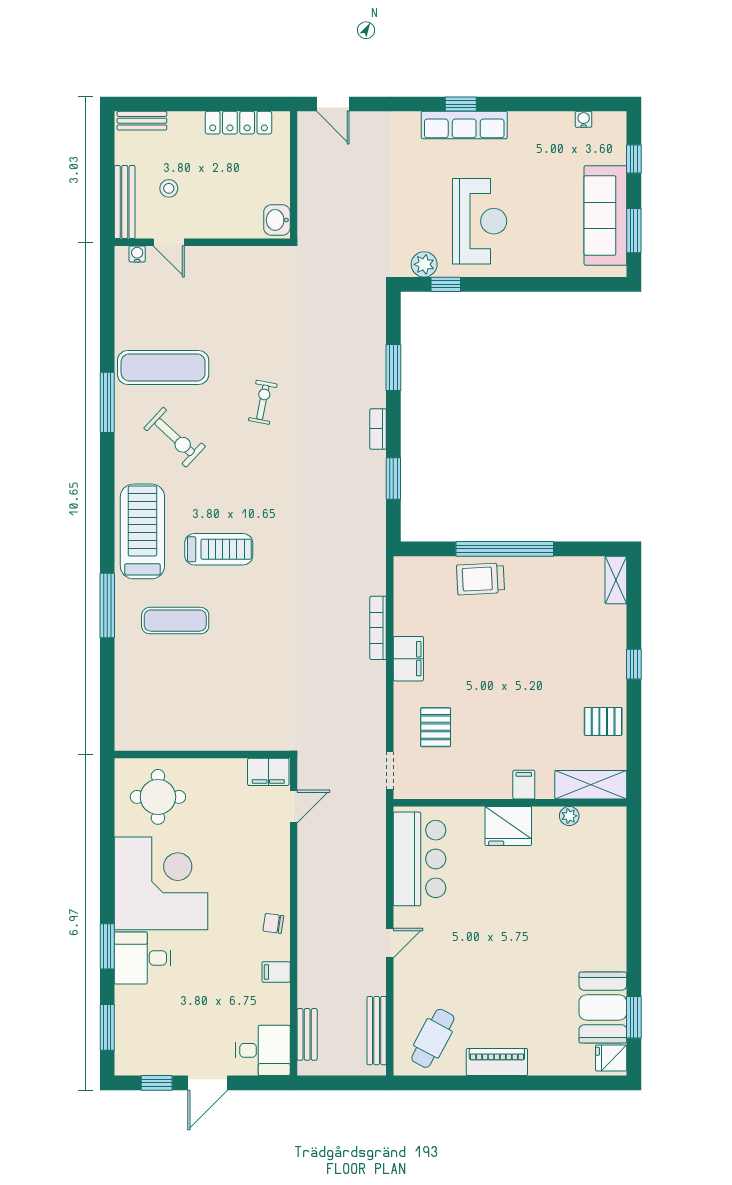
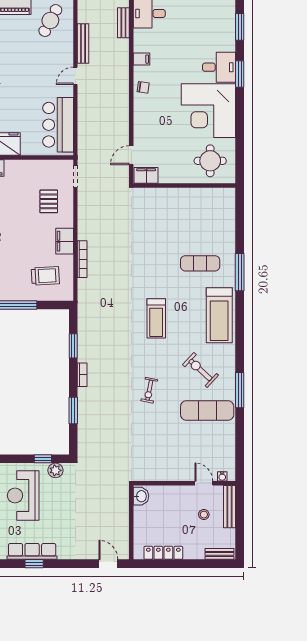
treadmill: (219, 549) -> (156, 318), moved, turned -90
trolley: (480, 579) -> (45, 276), moved
bench: (377, 1031) -> (83, 43), moved

